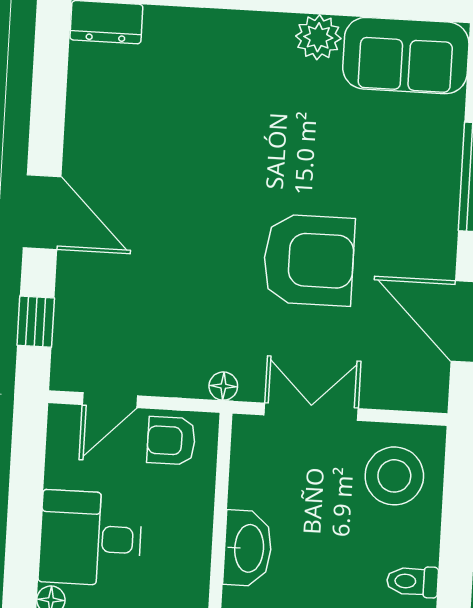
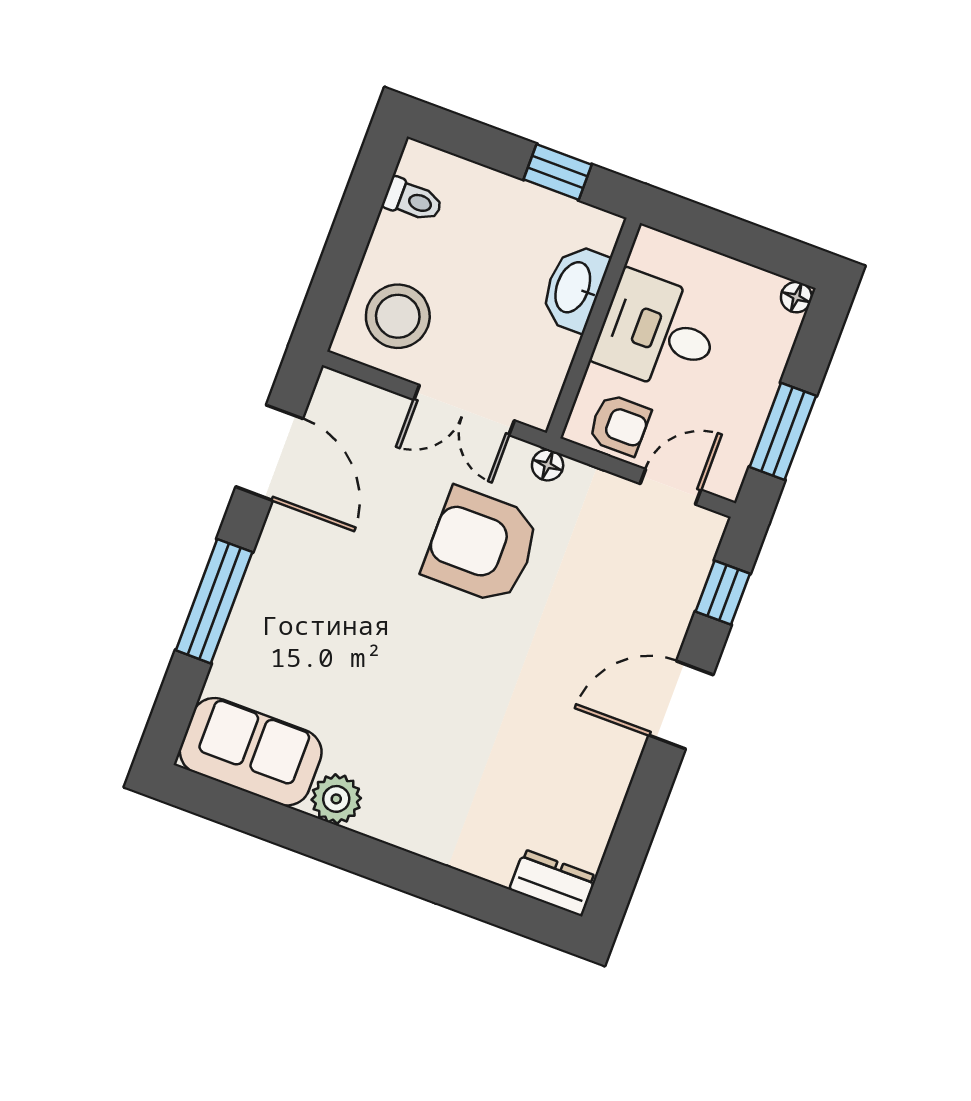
door: (42, 212) -> (681, 705), hinge flipped
armchair: (309, 260) -> (481, 546), moved
window: (27, 479) -> (783, 431), added
desk: (90, 538) -> (658, 332), moved, turned 180

